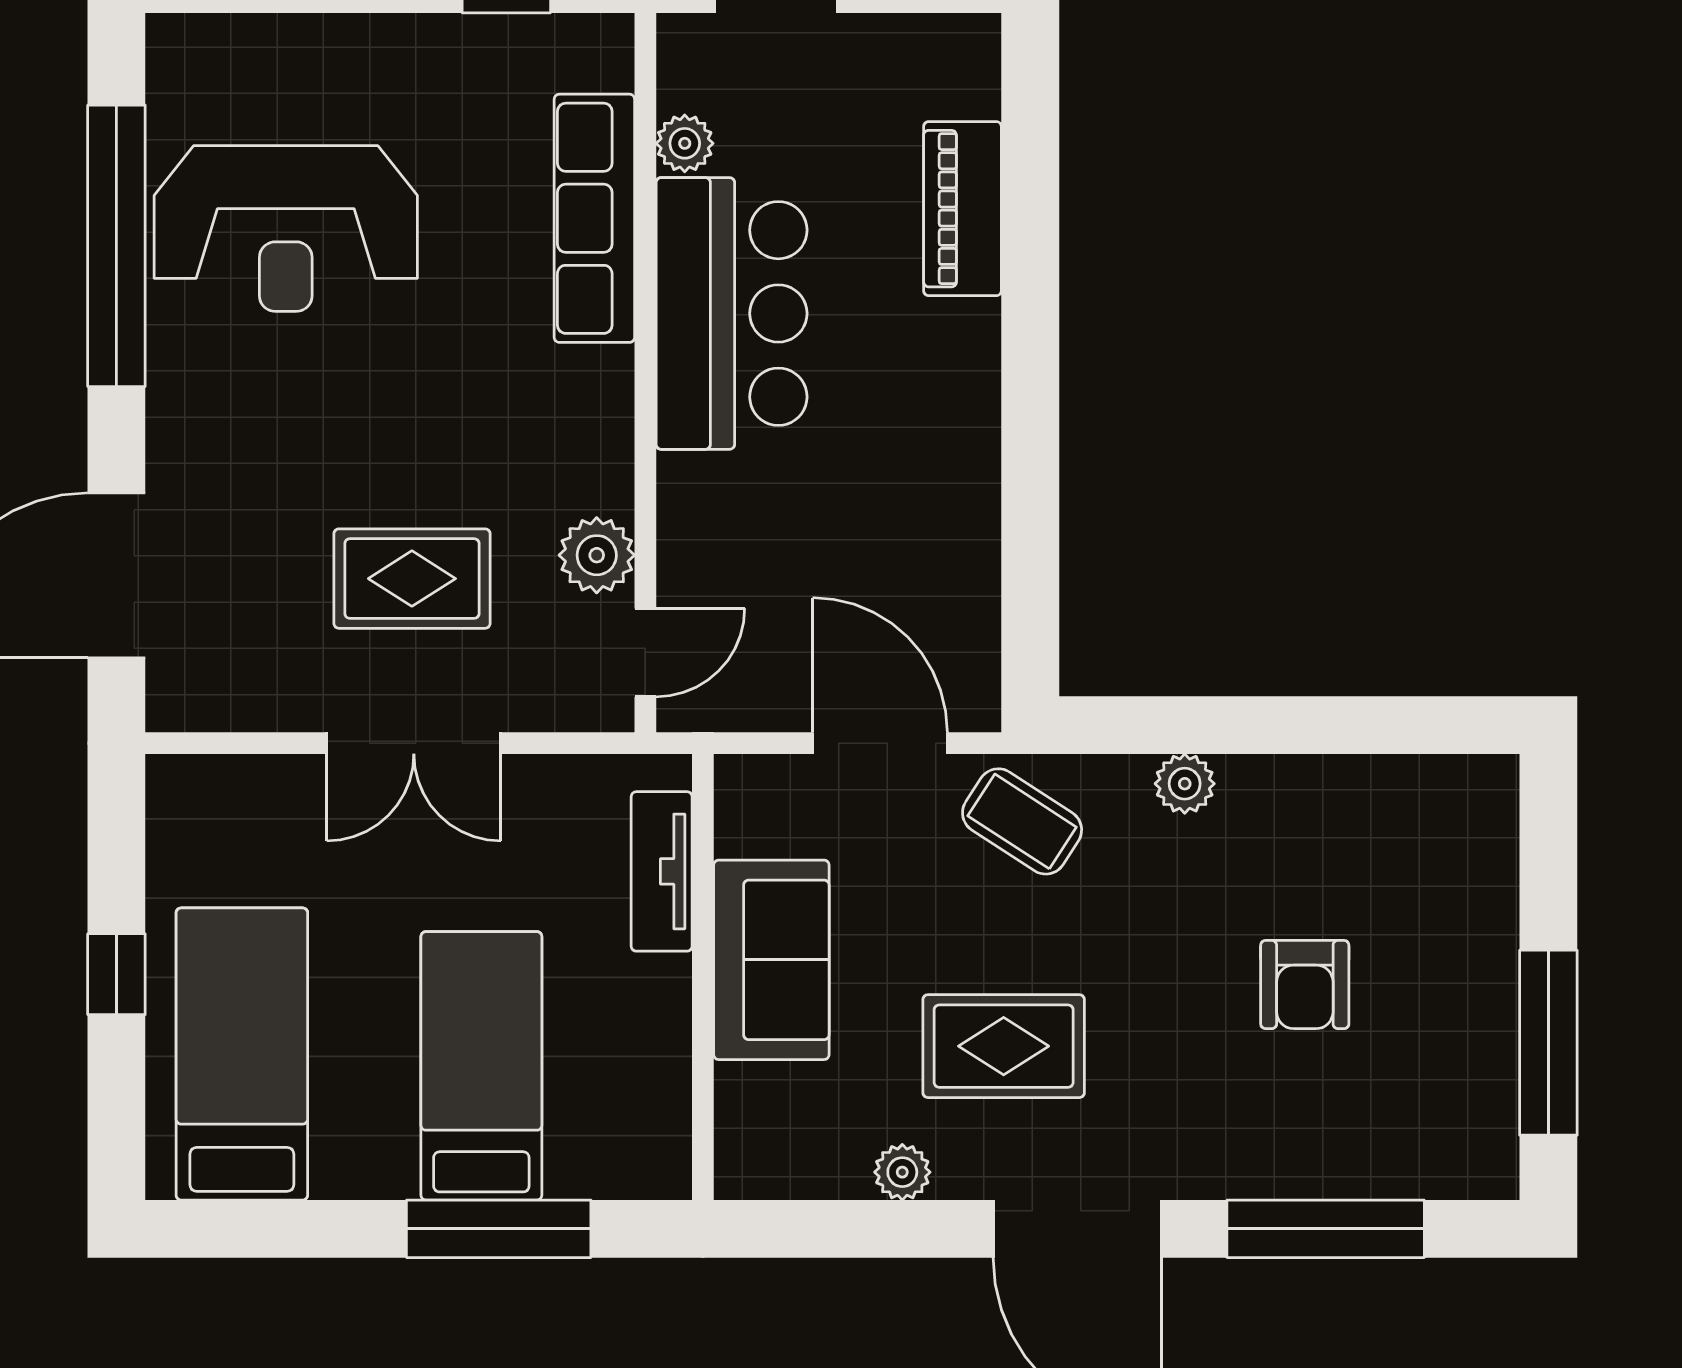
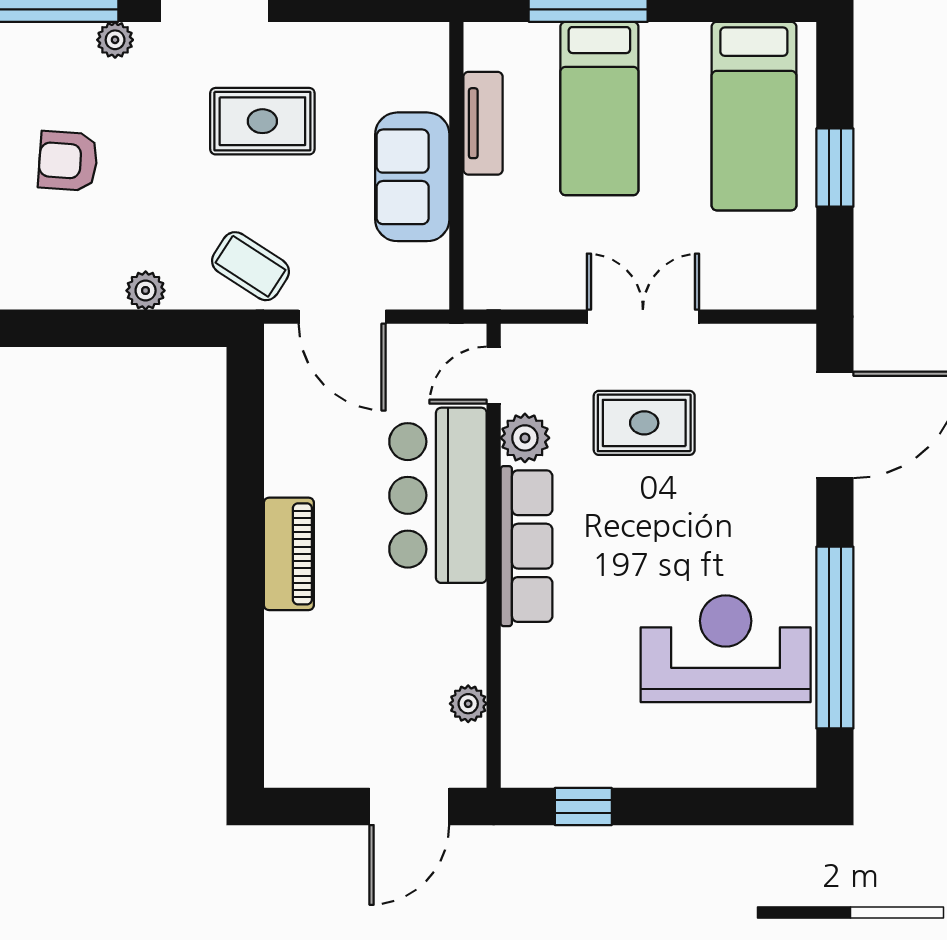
piano: (963, 209) -> (289, 554), moved
row of seats: (594, 218) -> (526, 546), moved
bar counter: (732, 313) -> (438, 495), moved
tv unit: (662, 871) -> (483, 123), moved
window: (116, 974) -> (835, 168), width x1.50
armchair: (1305, 985) -> (68, 161), turned -86
plant: (902, 1172) -> (115, 40), moved

